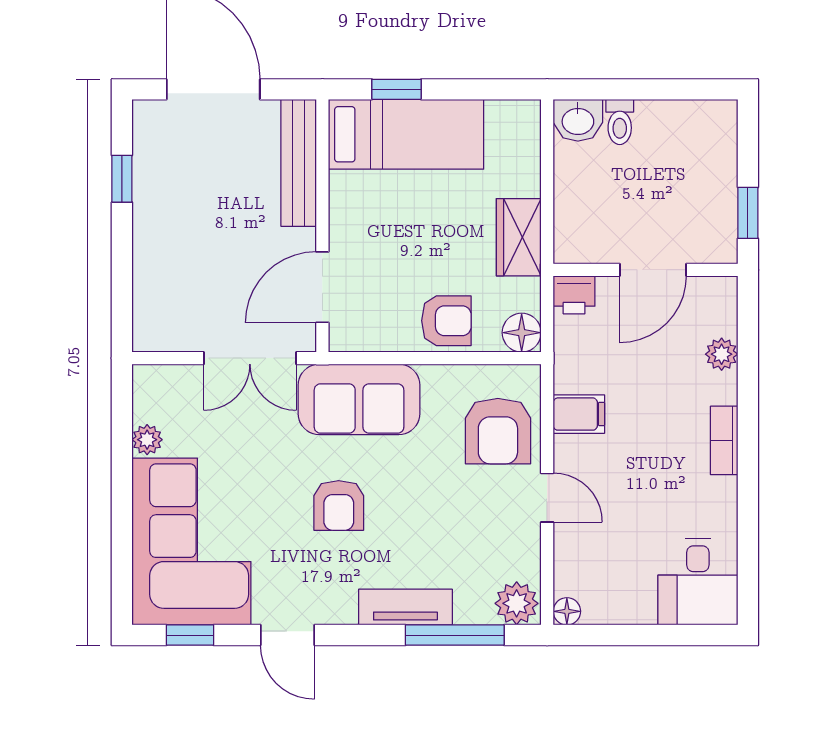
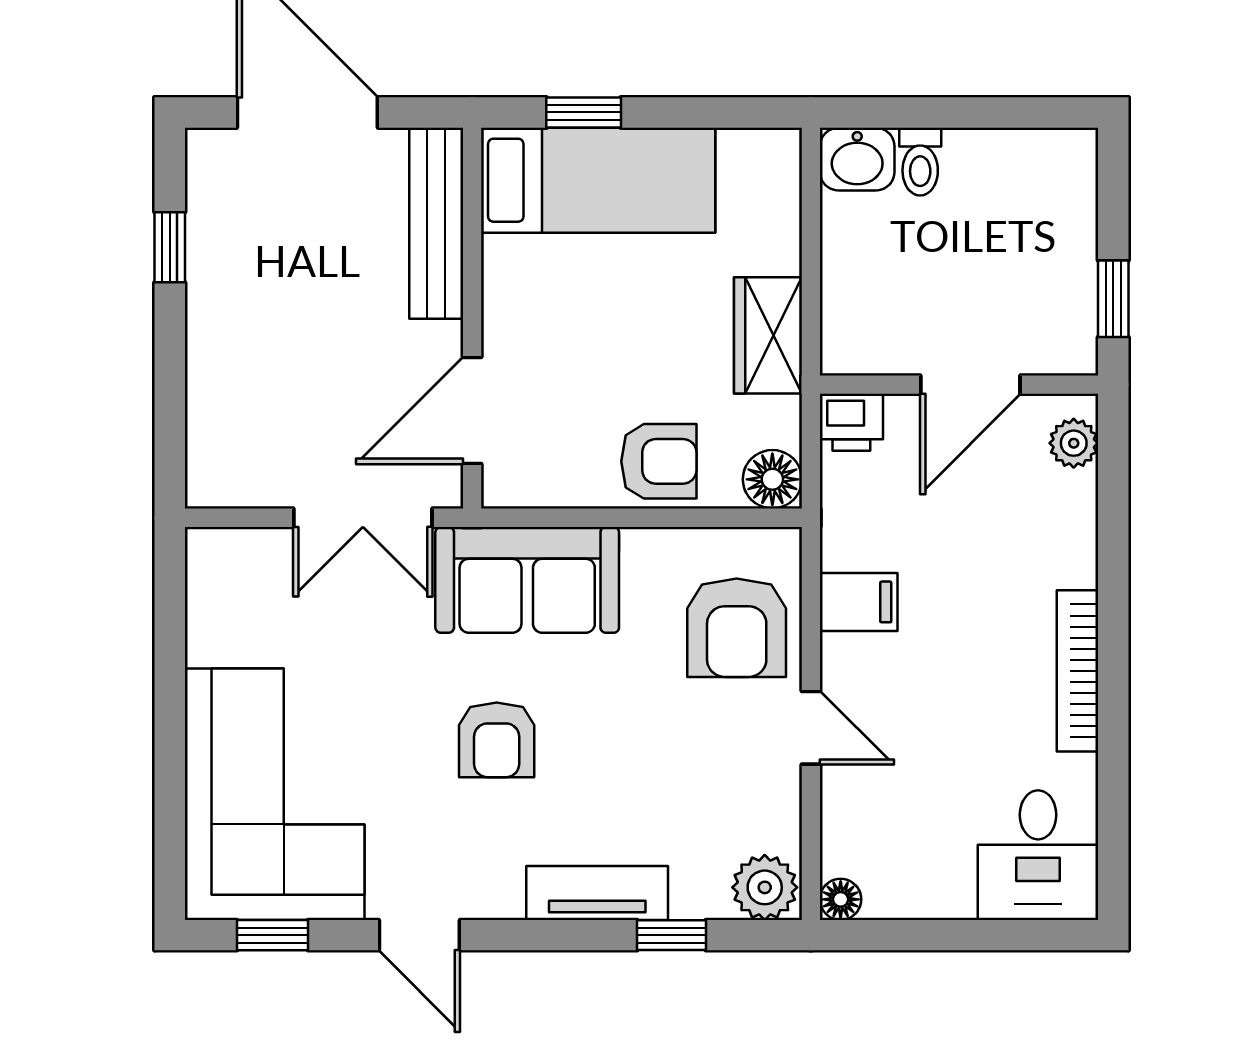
plant: (722, 354) -> (1074, 443), moved
plant: (147, 440) -> (208, 641), removed
bookcase: (724, 440) -> (1078, 671), width x1.56
window: (455, 635) -> (672, 935), width x0.46

